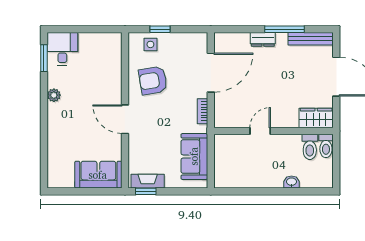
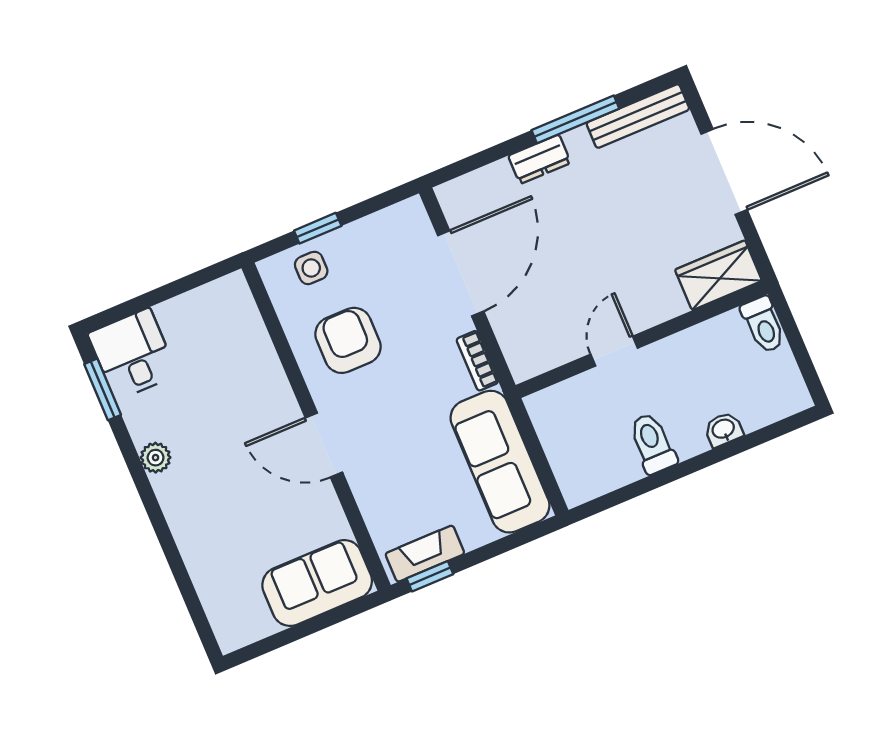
armchair: (153, 81) -> (348, 340), turned 99
toilet: (310, 147) -> (652, 443), moved, turned 180
sofa: (194, 156) -> (500, 462), width x1.36

